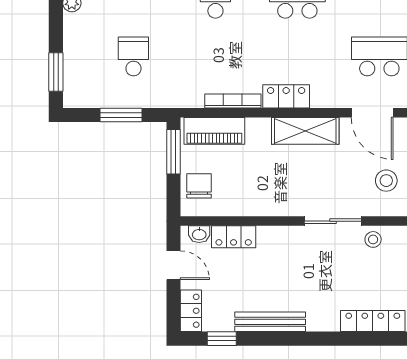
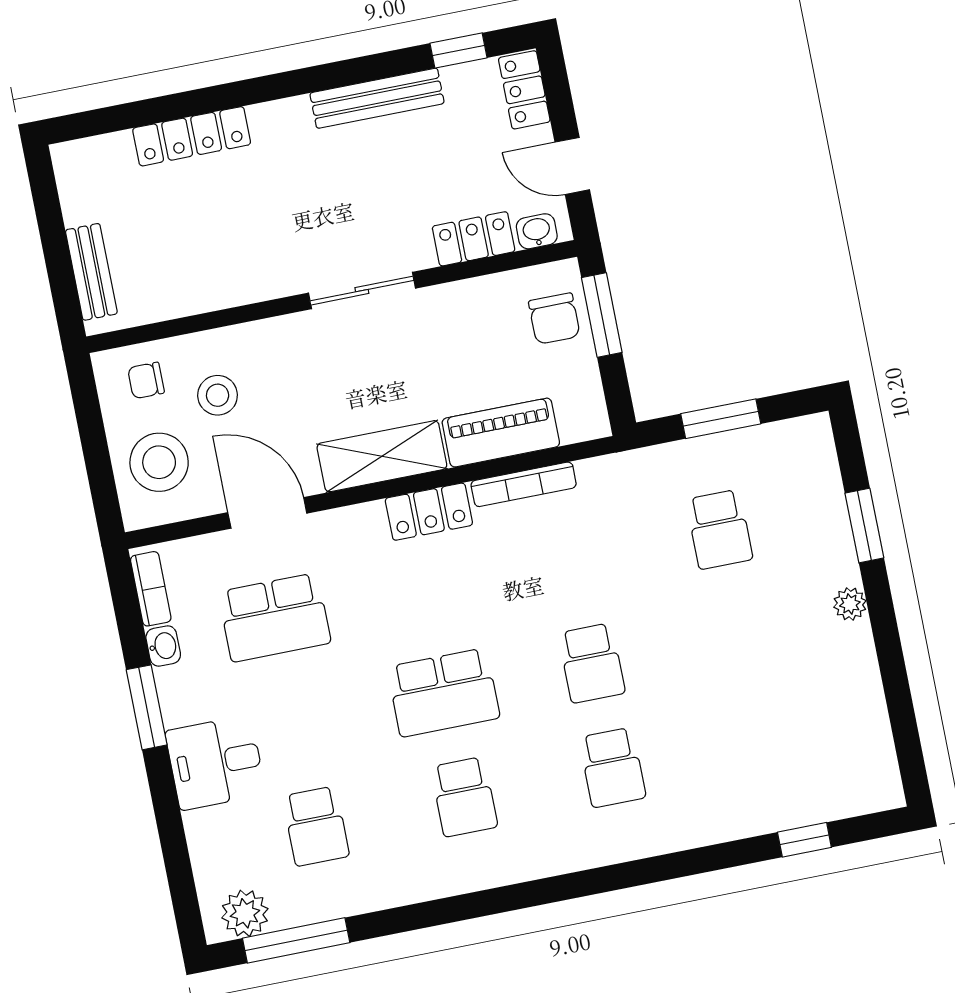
window: (56, 72) -> (864, 526), moved
piano: (214, 131) -> (501, 433), moved
window: (173, 152) -> (602, 315), moved
sliding door: (333, 221) -> (362, 291), moved
stool: (373, 239) -> (220, 284), removed

